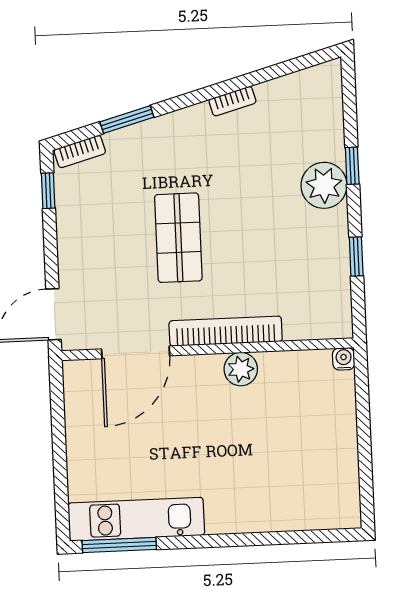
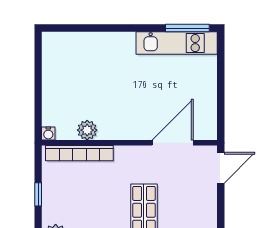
bookcase: (226, 331) -> (79, 153), moved
plant: (241, 369) -> (87, 130), moved

